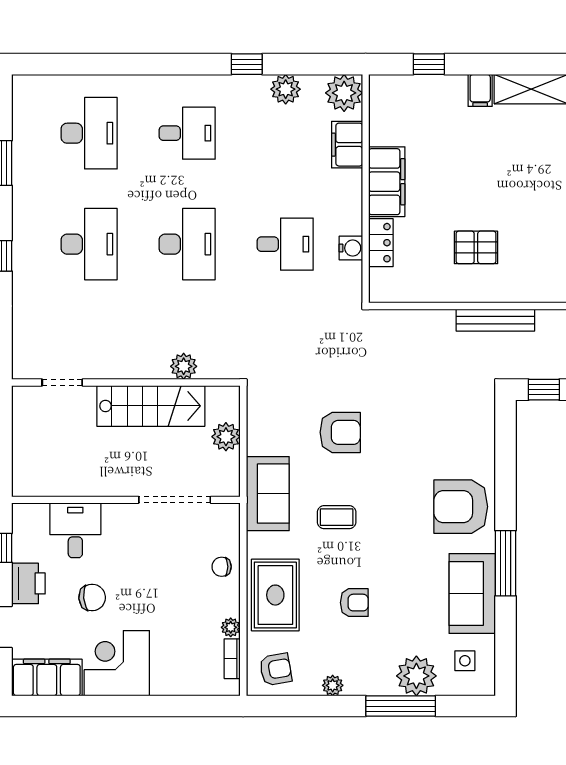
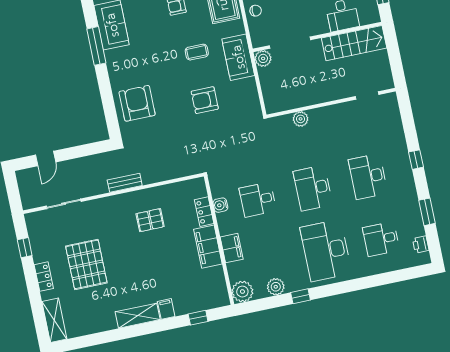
printer: (24, 110) -> (421, 244), added
desk: (89, 133) -> (381, 239), width x0.73
desk: (187, 133) -> (326, 250), width x1.87, depth x1.30
filing cabinet: (347, 145) -> (232, 248), moved
bench: (495, 320) -> (125, 183), width x0.73
window: (544, 390) -> (95, 148), removed
stairs: (151, 406) -> (354, 43), moved, turned 180
plant: (226, 437) -> (263, 58), moved
armchair: (461, 507) -> (137, 103), moved, turned -90

